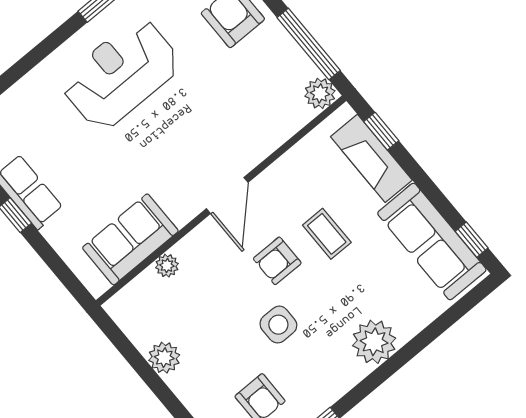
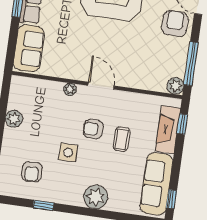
door: (227, 196) -> (101, 86), swing flipped
sofa: (130, 239) -> (29, 48), moved, turned 90
plant: (167, 266) -> (70, 89), moved

